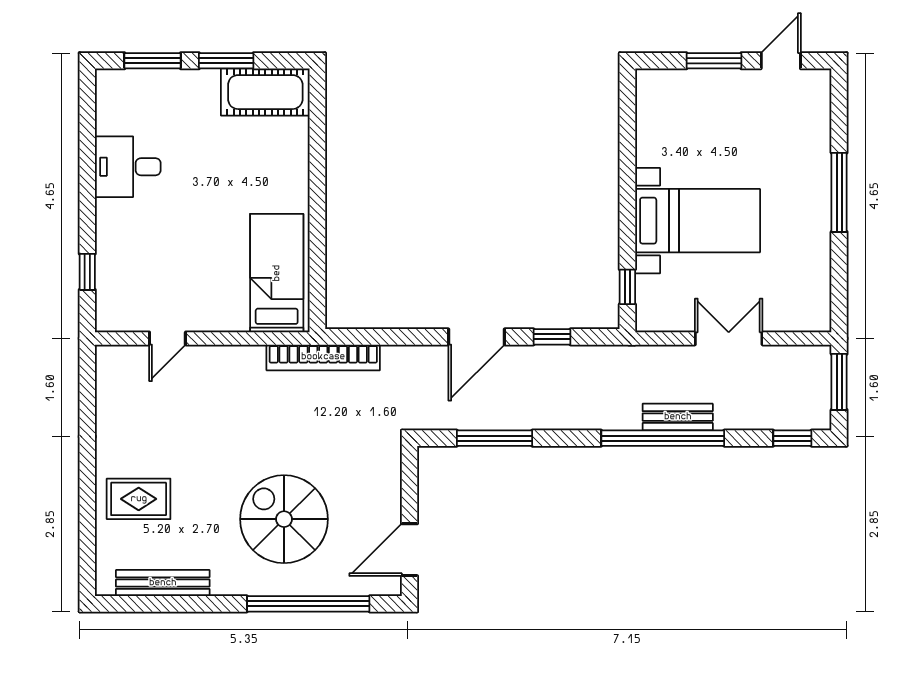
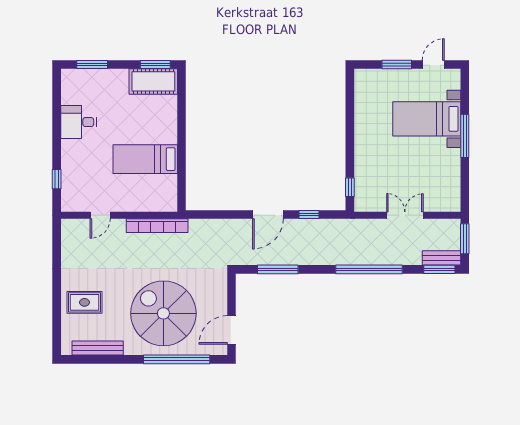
window: (226, 61) -> (155, 64), moved
bed with nightstands: (698, 221) -> (427, 119), moved, turned 180
bed: (277, 273) -> (145, 159), moved, turned -90
bookcase: (323, 357) -> (157, 226), moved
bench: (678, 417) -> (442, 258), moved
window: (792, 438) -> (439, 269), width x1.50
spiral stairs: (284, 519) -> (163, 313), width x1.37, depth x1.37

